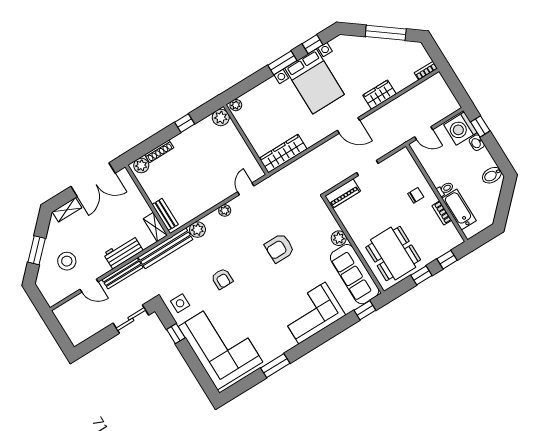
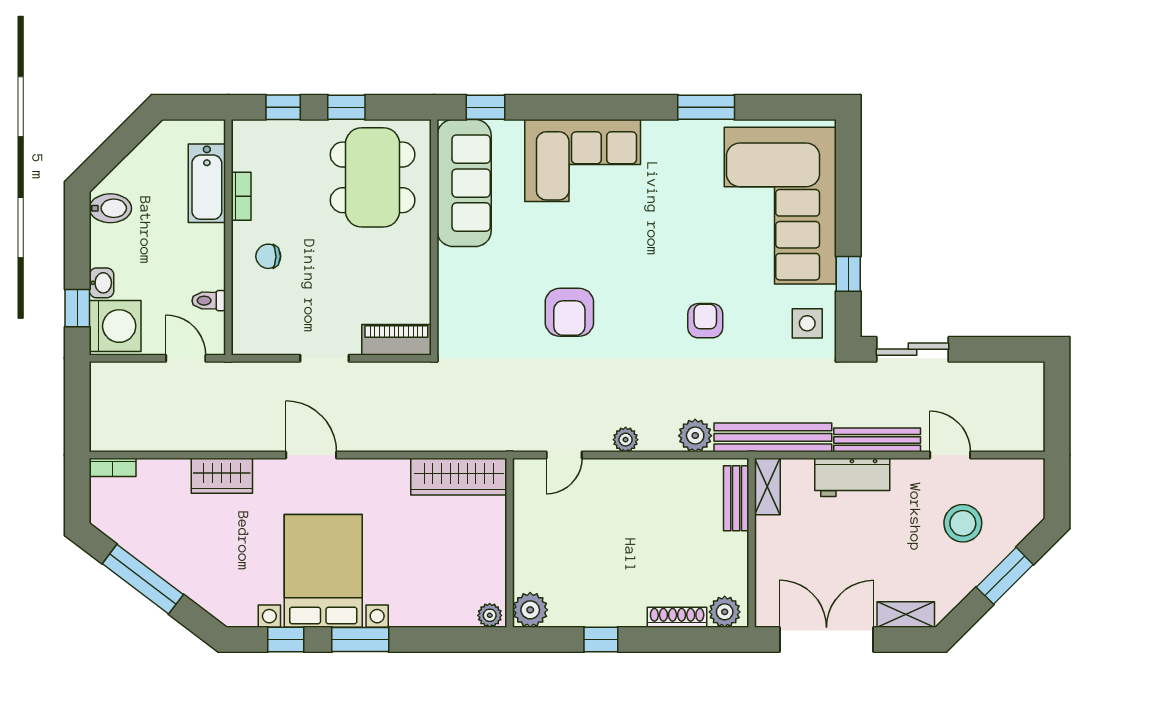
toilet: (445, 189) -> (209, 301), moved
plant: (339, 238) -> (453, 265), removed
armchair: (279, 248) -> (569, 312), turned 90

